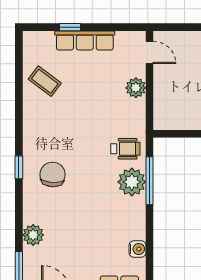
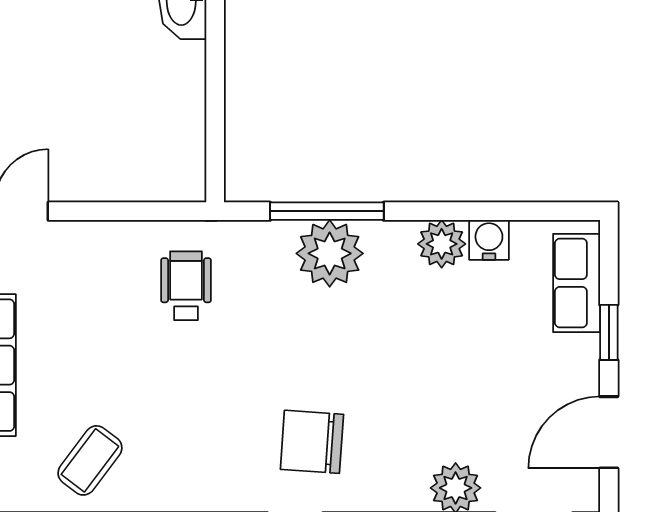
plant: (136, 88) -> (442, 244), moved
wheelchair: (125, 149) -> (186, 286), moved

